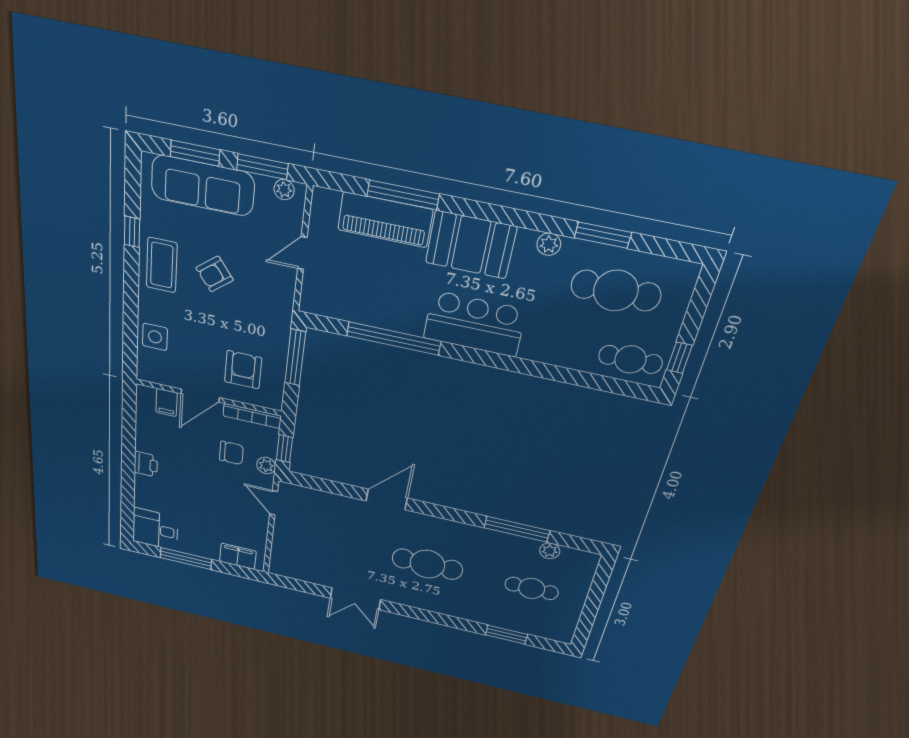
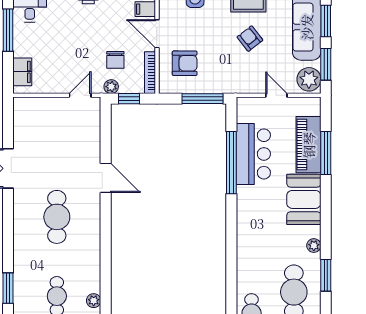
plant: (284, 190) -> (309, 79), width x1.87, depth x1.87
bar counter: (474, 324) -> (253, 154), moved
window: (517, 529) -> (106, 274), removed

